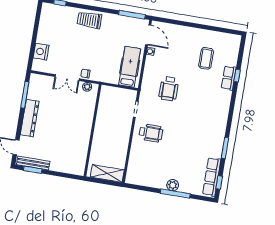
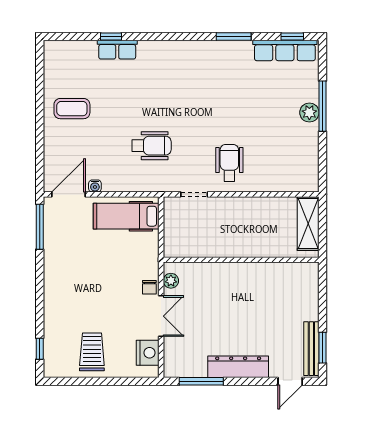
trolley: (89, 20) -> (92, 352), moved, turned 180
nightstand: (41, 52) -> (148, 353), moved, turned -90
coffee table: (206, 58) -> (72, 109), moved

